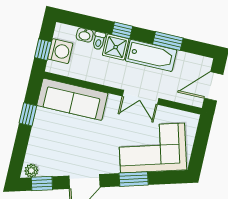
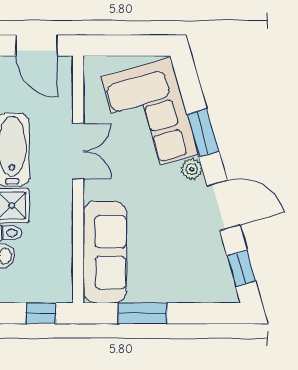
washing machine: (60, 51) -> (37, 287), removed
window: (28, 114) -> (143, 313), width x1.50
plant: (31, 171) -> (192, 169), moved

